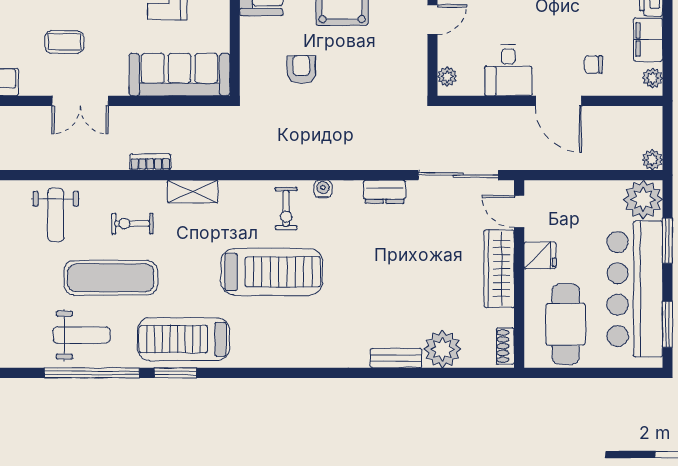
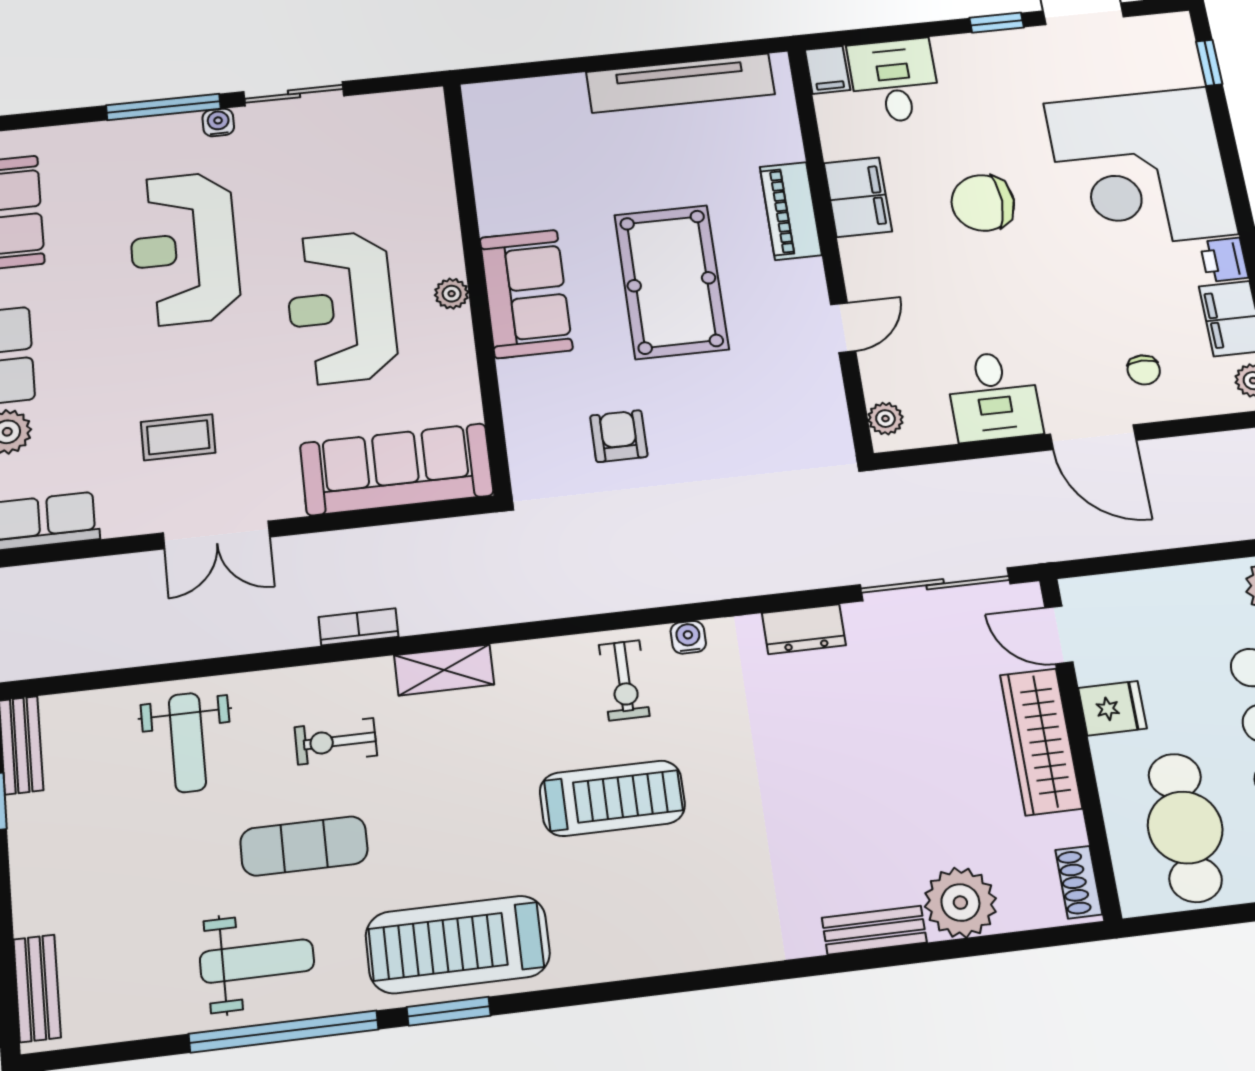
chair: (593, 65) -> (1144, 370), turned -90
treadmill: (272, 272) -> (612, 798), width x0.73, depth x0.73
exercise mat: (111, 278) -> (304, 846), width x0.73, depth x0.69

